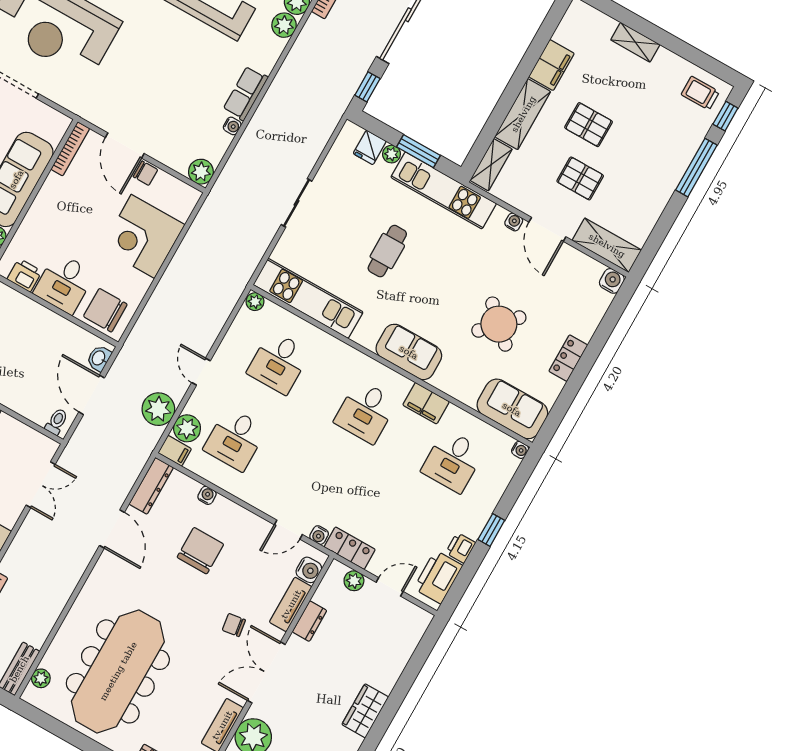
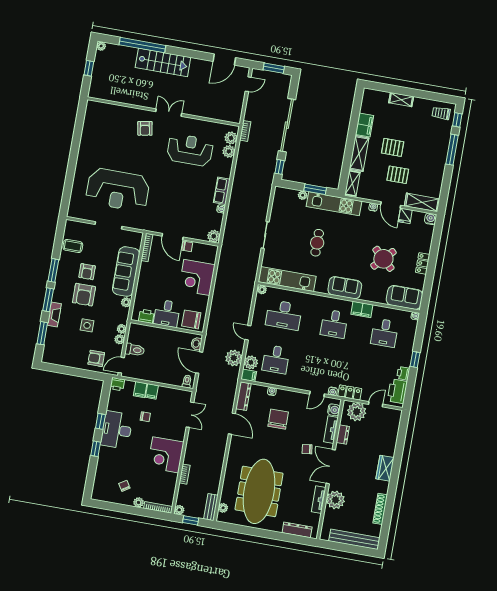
fridge: (370, 147) -> (405, 216), moved
desk: (279, 362) -> (284, 315), width x1.37
plant: (354, 581) -> (357, 412), width x1.87, depth x1.87

